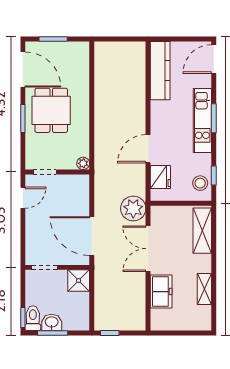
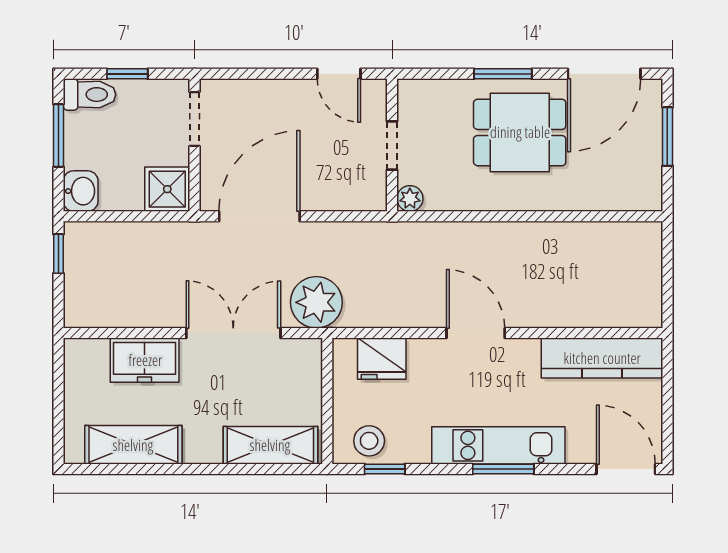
door: (148, 149) -> (476, 333), moved
doorway: (45, 172) -> (392, 146), moved
shelving: (204, 289) -> (133, 445), width x1.50, depth x1.33
window: (23, 318) -> (127, 74), moved
washbasin: (52, 322) -> (81, 191), moved

